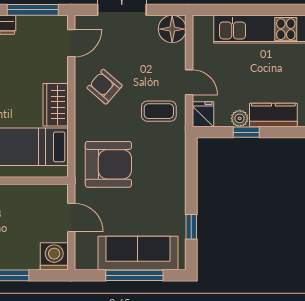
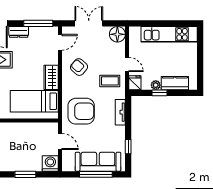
tv unit: (177, 166) -> (120, 112), added

